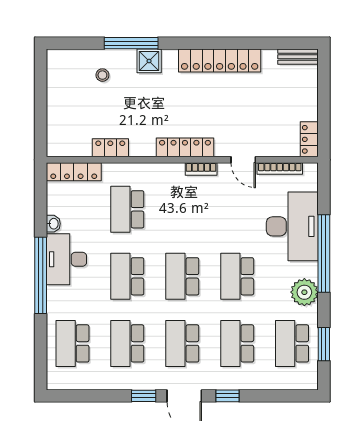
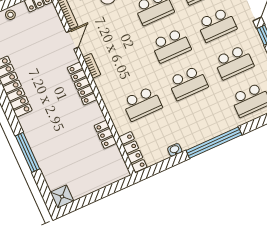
shower: (149, 61) -> (62, 197), moved
stool: (102, 75) -> (10, 15), moved
desk: (66, 259) -> (195, 130), removed

